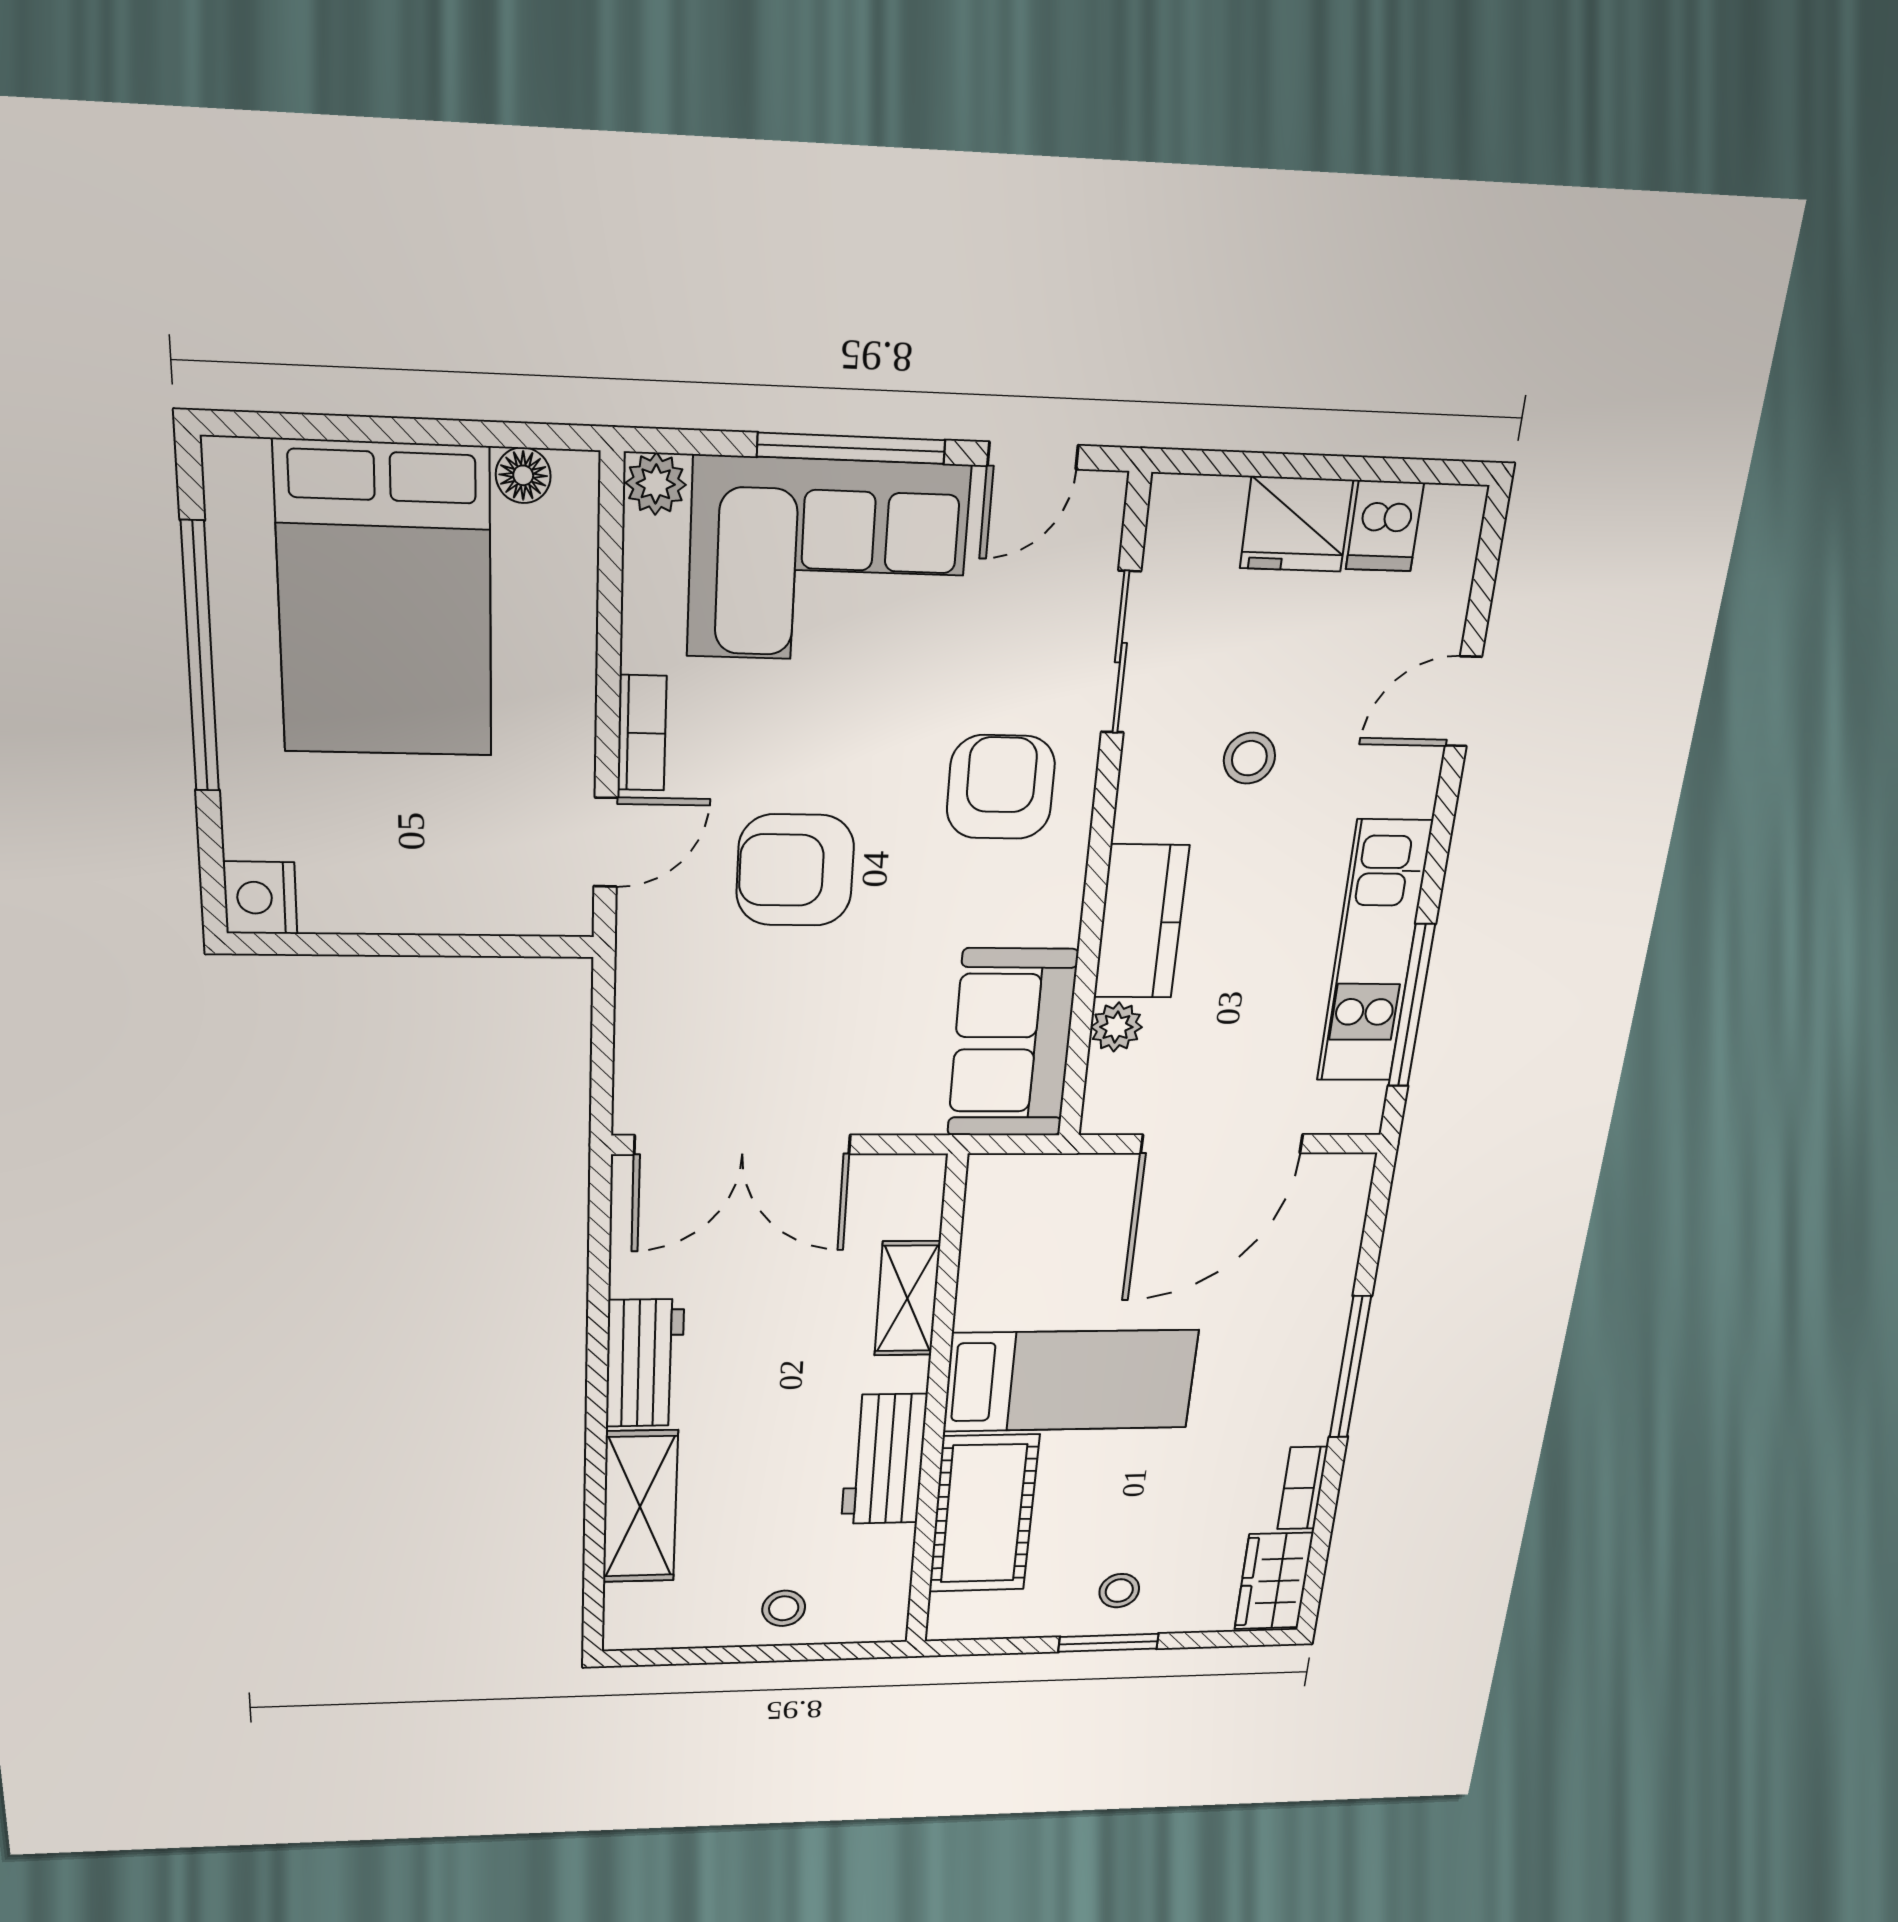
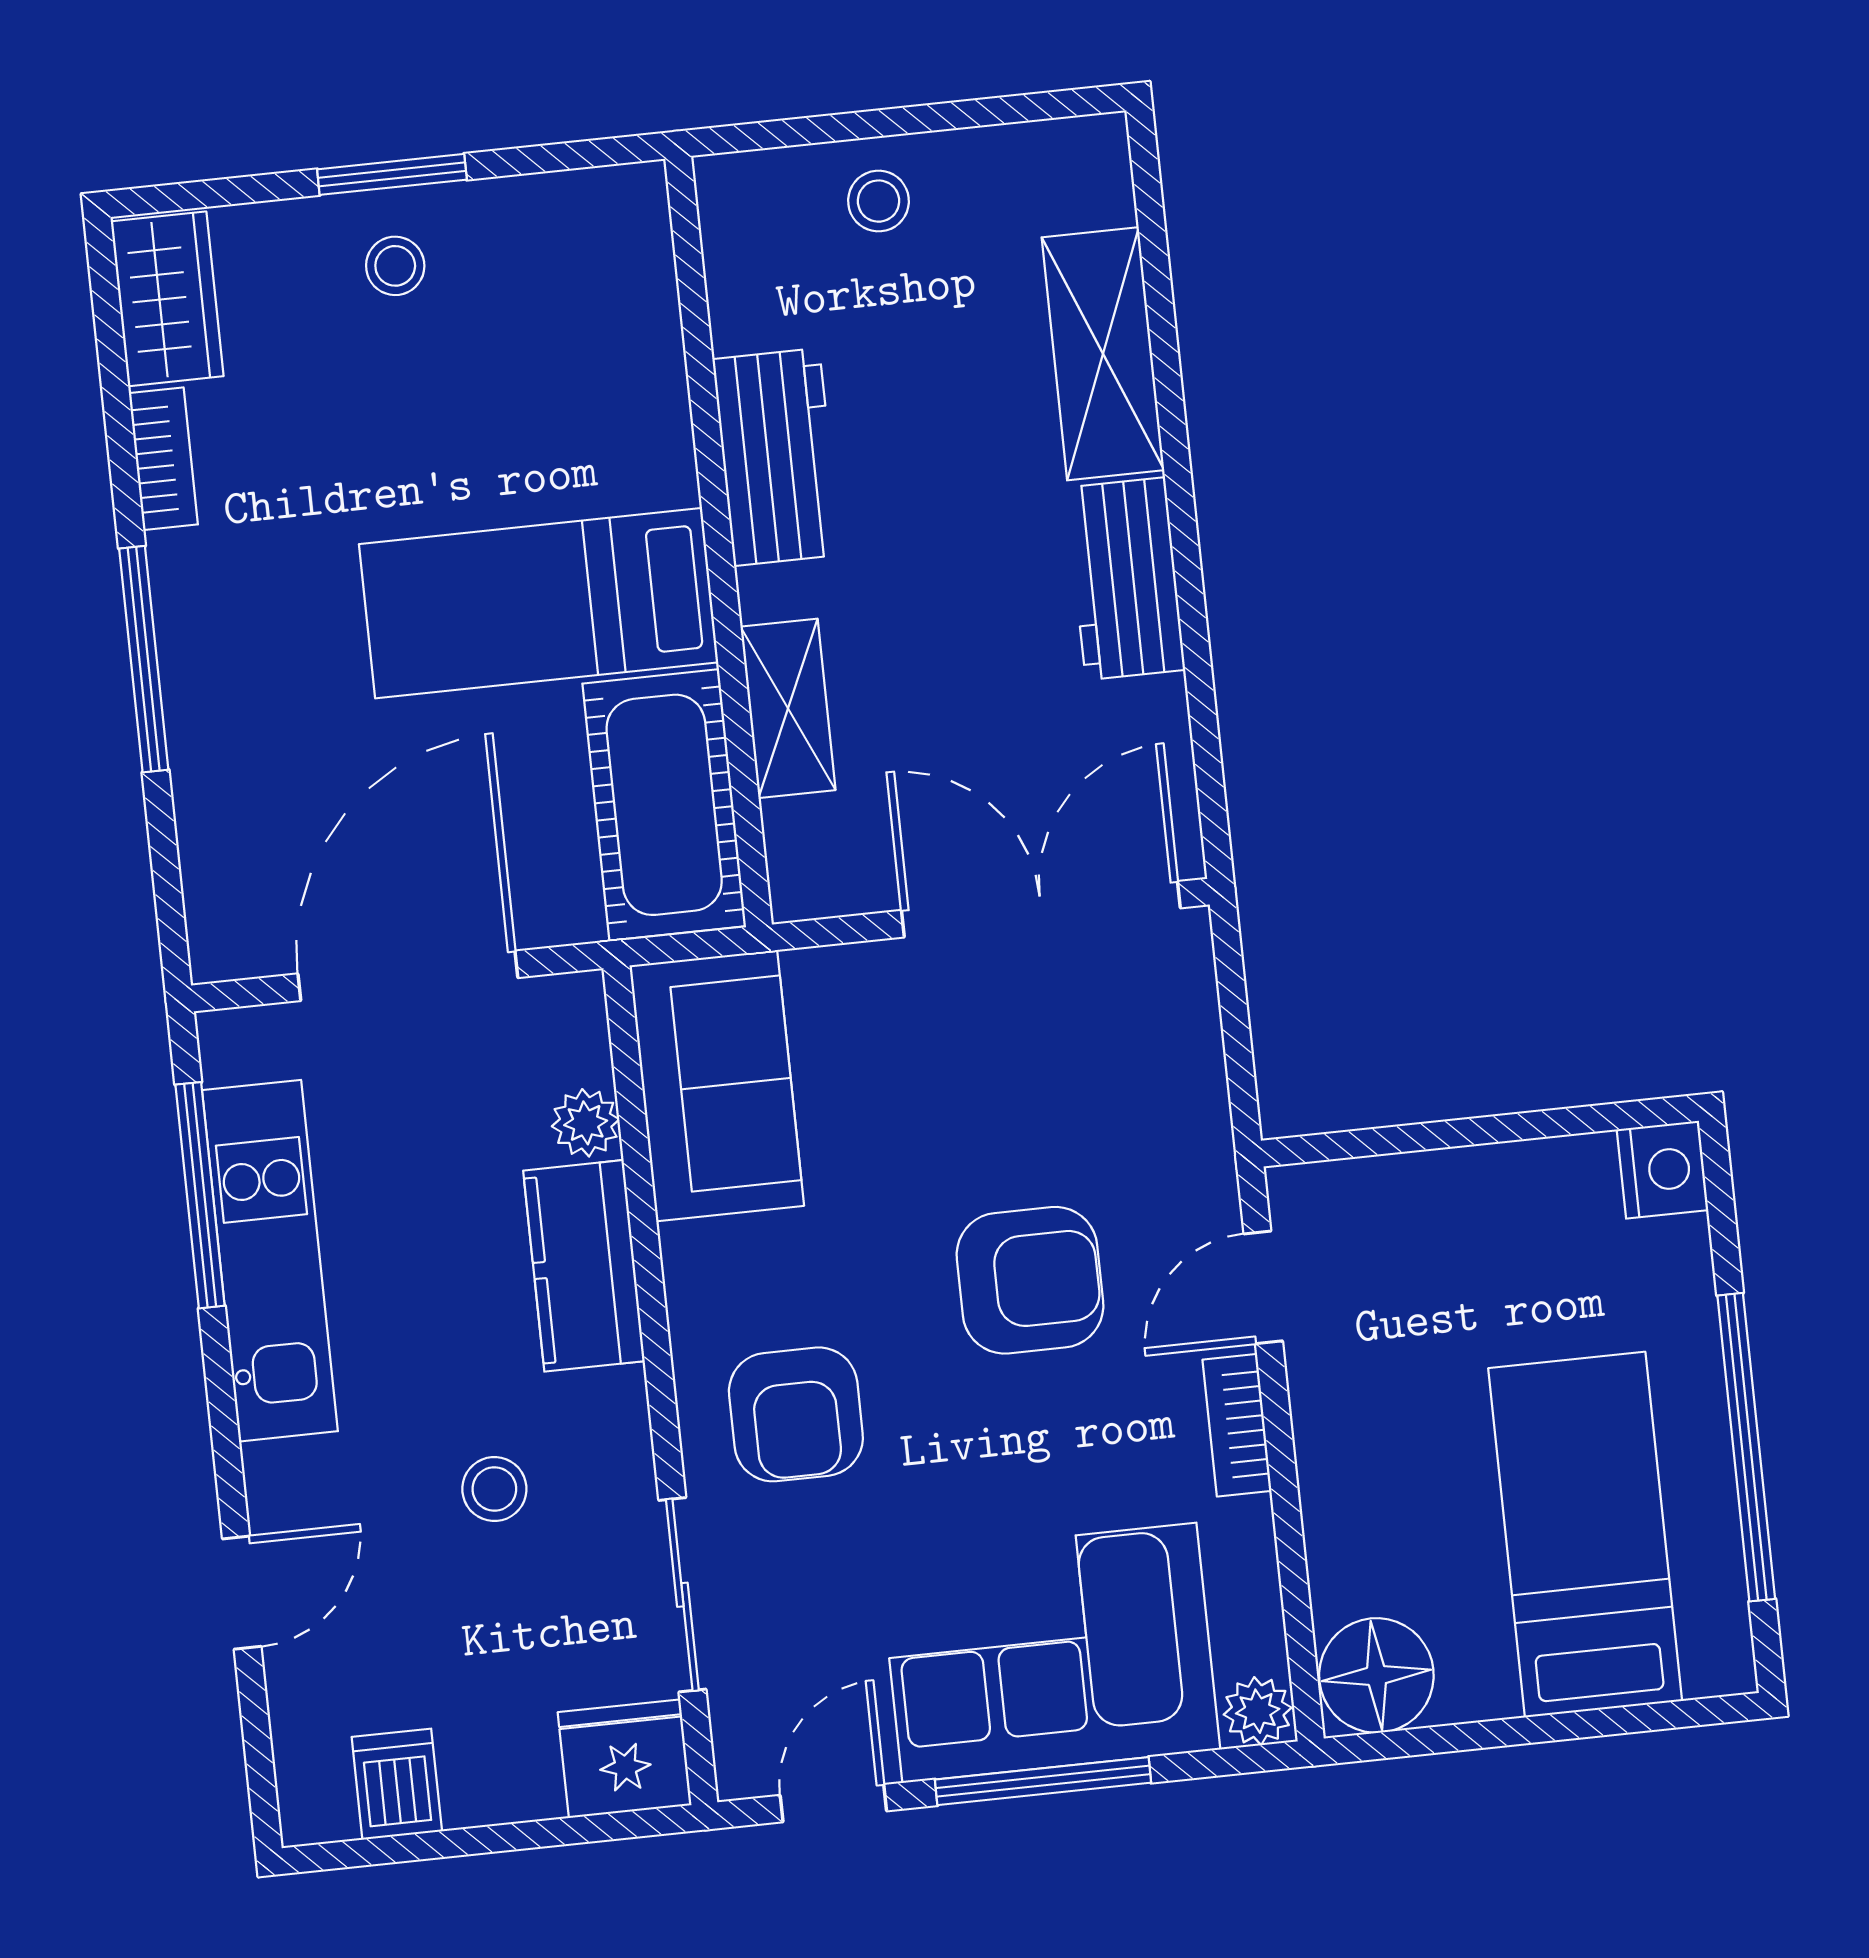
floor lamp: (523, 475) -> (1376, 1675), width x1.89, depth x1.89
fridge: (1296, 524) -> (625, 1759), moved
bed: (385, 602) -> (1585, 1535), width x0.67
cot: (984, 1514) -> (664, 805), moved

